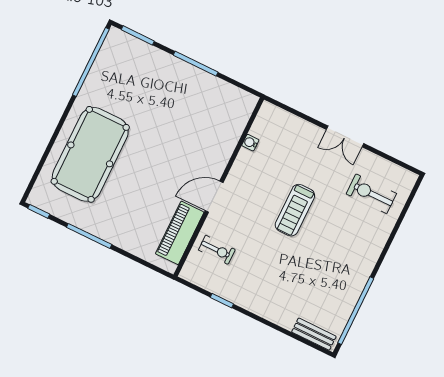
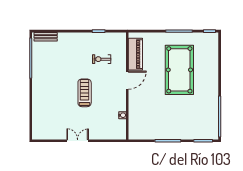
pool table: (90, 154) -> (179, 70), moved
exercise bike: (371, 194) -> (51, 119), removed
exercise bike: (217, 250) -> (102, 59), moved

